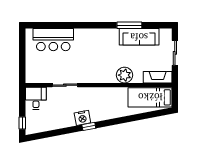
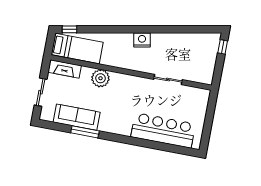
bar counter: (53, 40) -> (163, 130), width x1.36
desk: (36, 98) -> (202, 71), removed
nightstand: (82, 118) -> (142, 40), moved
window: (89, 126) -> (70, 29), moved

